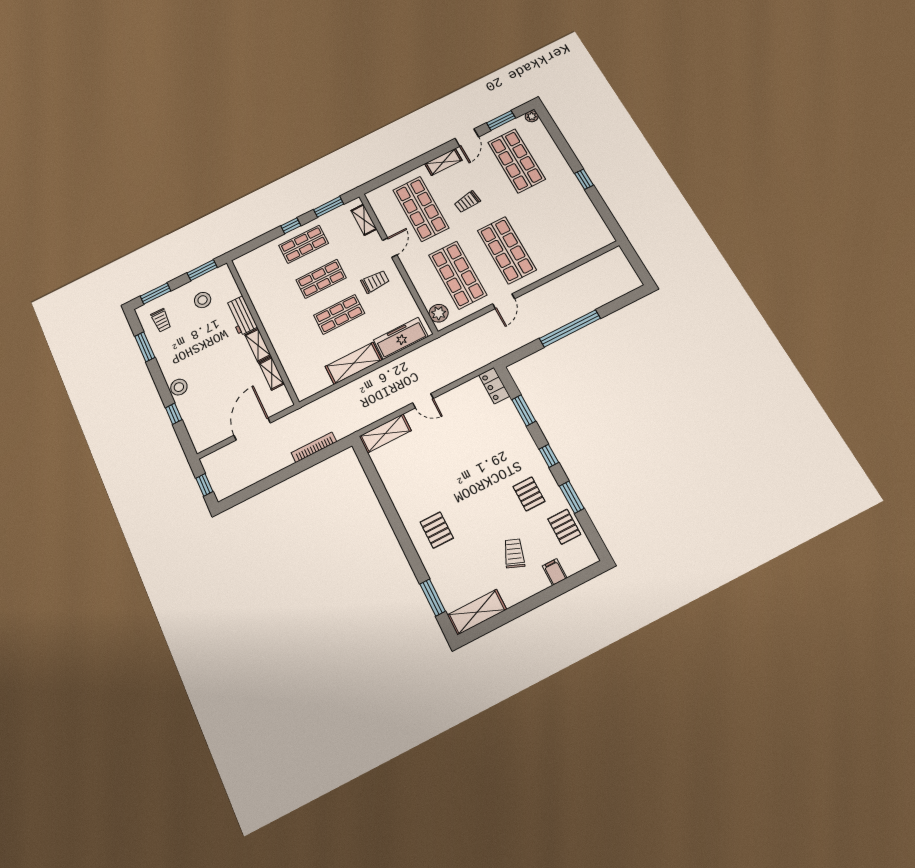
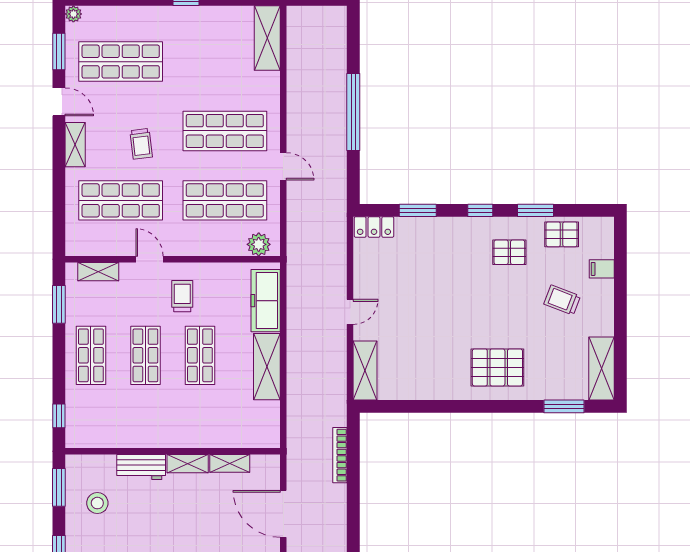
window: (291, 226) -> (59, 416), moved
shelving: (589, 244) -> (267, 38), added
pallet: (437, 530) -> (497, 367), width x1.50, depth x1.42

